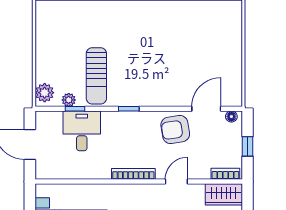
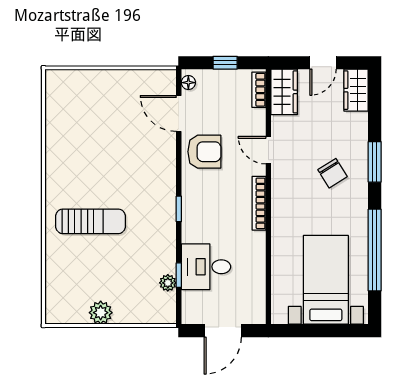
sun lounger: (96, 76) -> (90, 221), moved
plant: (45, 93) -> (101, 313), moved
armchair: (175, 129) -> (204, 152), turned -81

